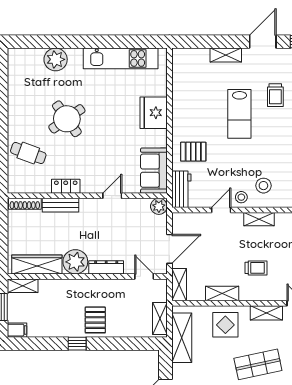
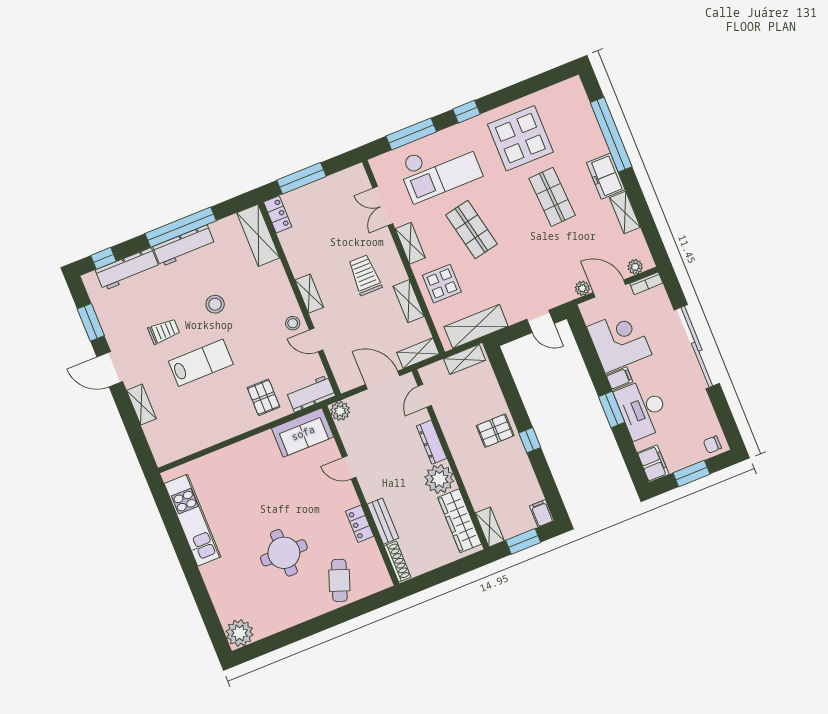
plant: (56, 59) -> (239, 633), moved
fridge: (154, 113) -> (238, 459), removed
round table: (67, 119) -> (284, 553), turned 35
stool: (263, 186) -> (215, 304), moved
trolley: (256, 268) -> (365, 275), width x1.36, depth x1.39

